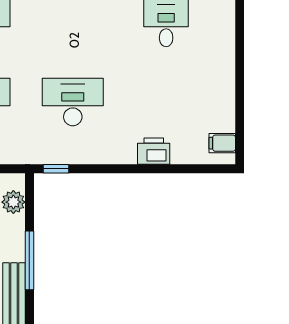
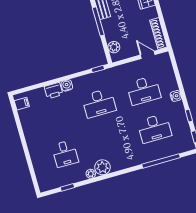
water cooler: (125, 154) -> (67, 85), added

